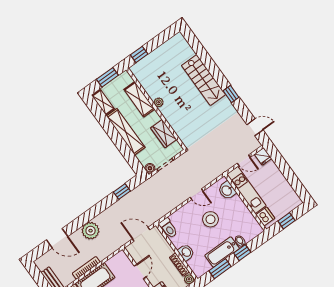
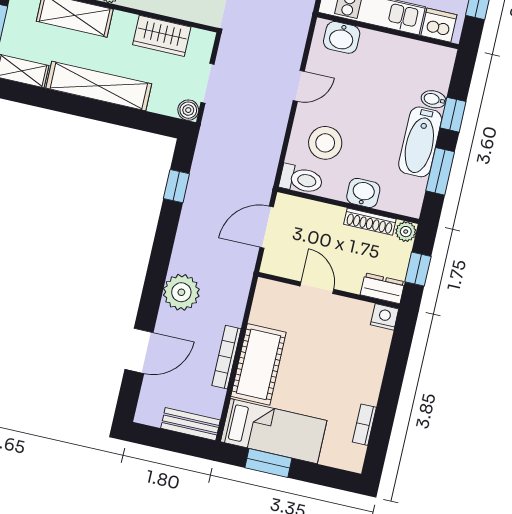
stool: (210, 219) -> (325, 143), moved

